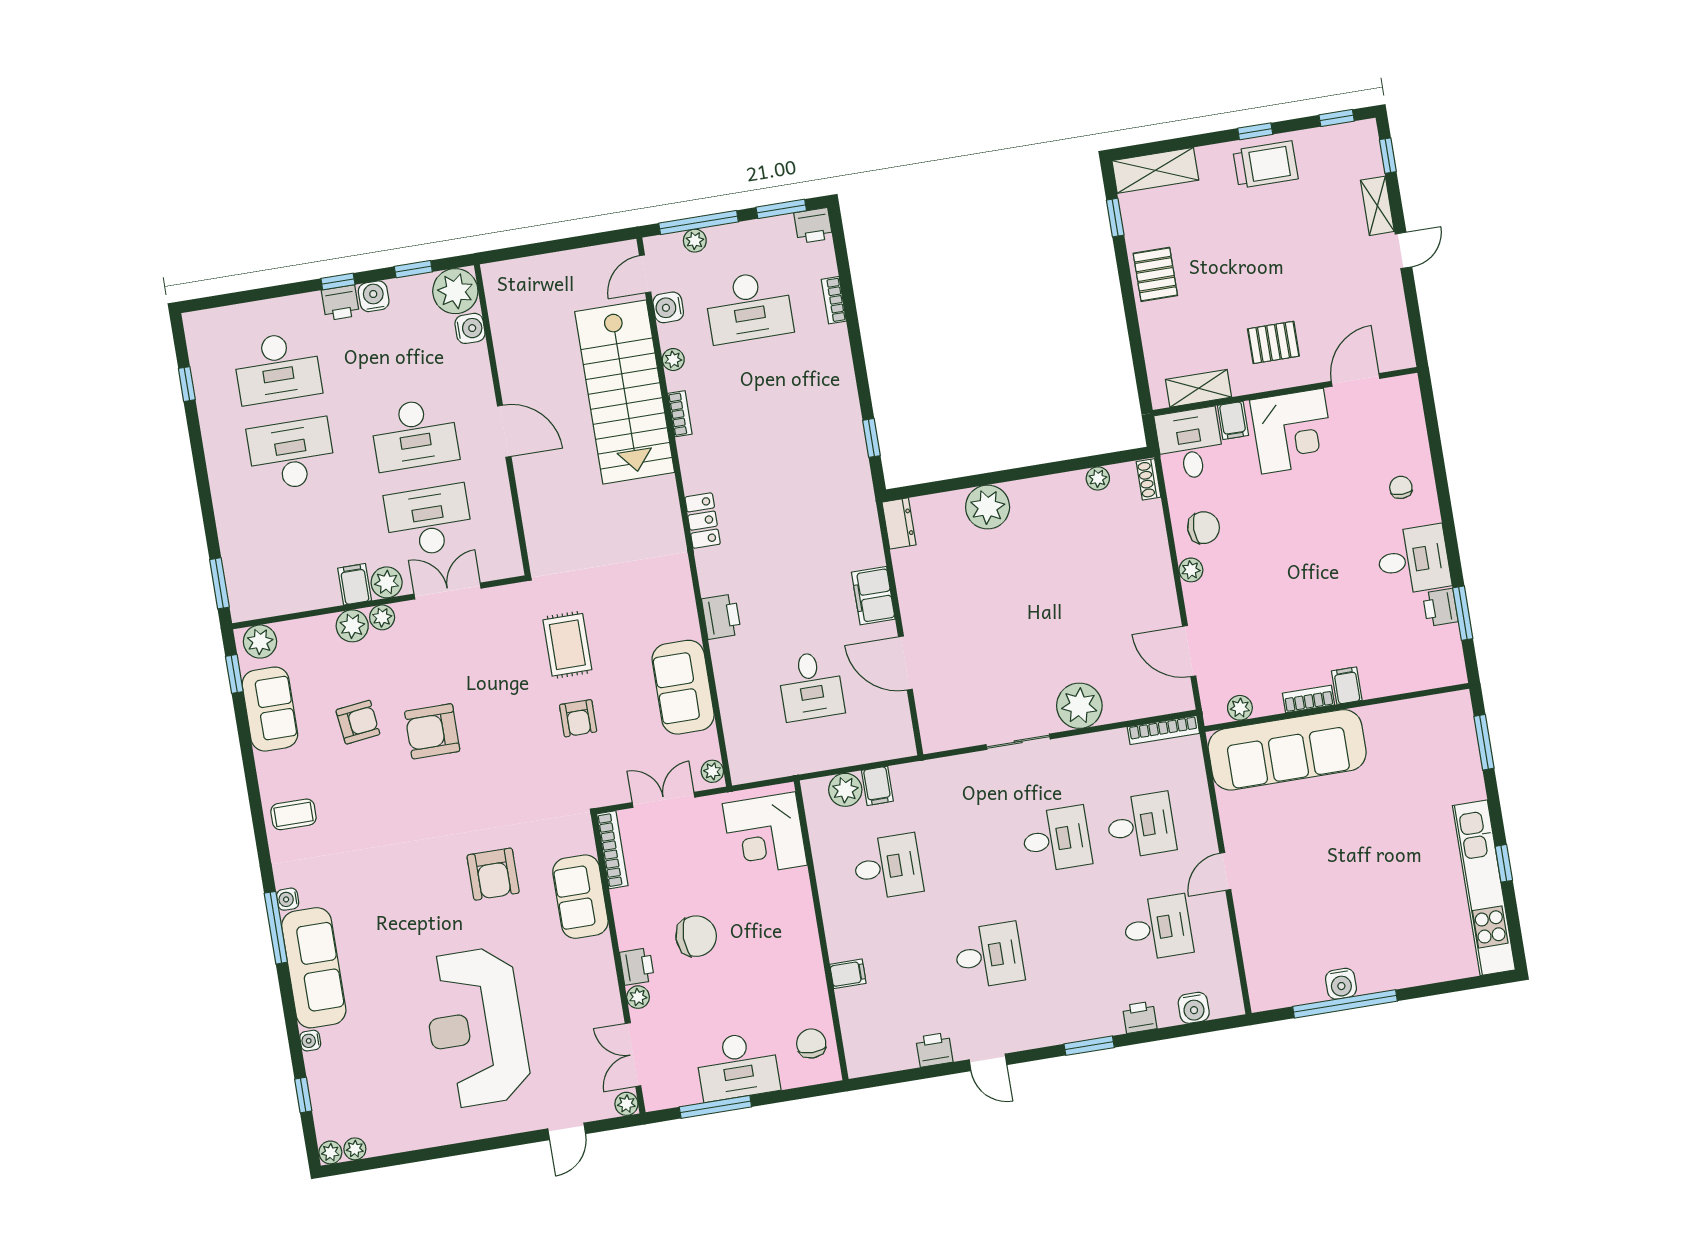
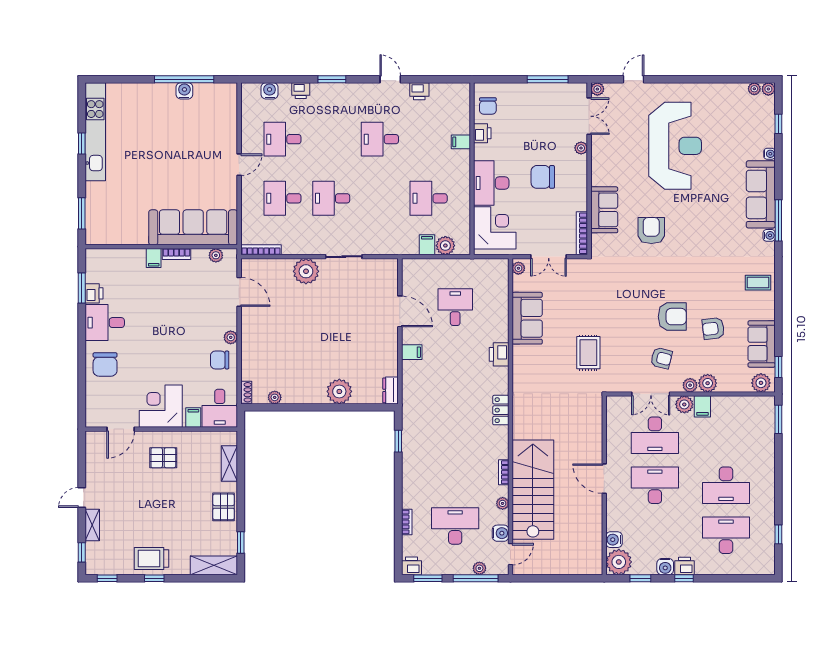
shelving: (1199, 388) -> (229, 464), moved, turned 90
chair: (1401, 487) -> (105, 364), width x1.87, depth x1.87
filing cabinet: (873, 596) -> (412, 352), width x0.50
armchair: (578, 718) -> (661, 358), moved, turned 104
printer: (637, 966) -> (482, 133), moved, turned 180
desk: (738, 1066) -> (491, 183), moved, turned -90

